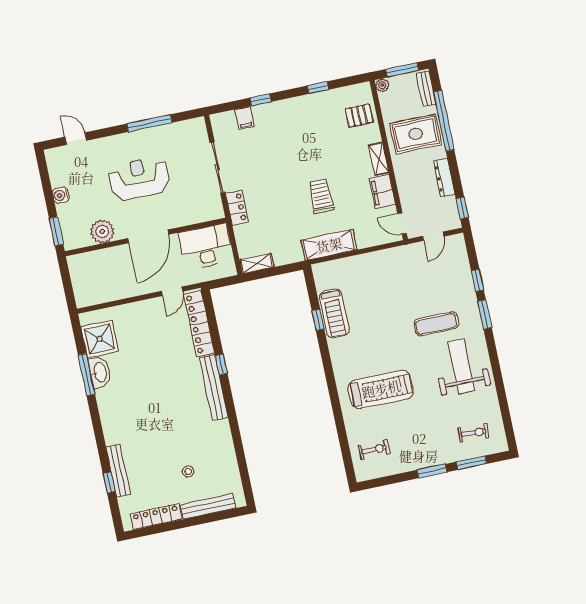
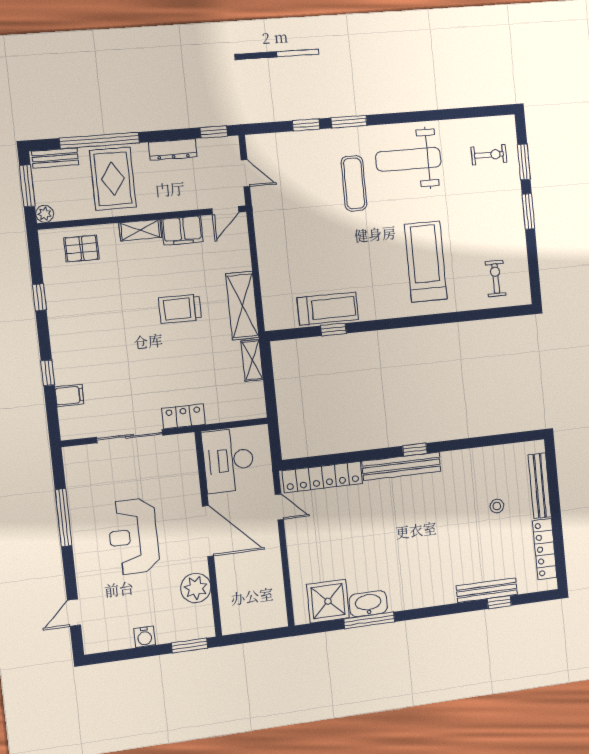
pallet: (359, 116) -> (81, 249), turned 90
shelving: (257, 263) -> (252, 360), moved
window: (221, 365) -> (415, 450), moved
exercise bike: (473, 433) -> (489, 155), turned 86

